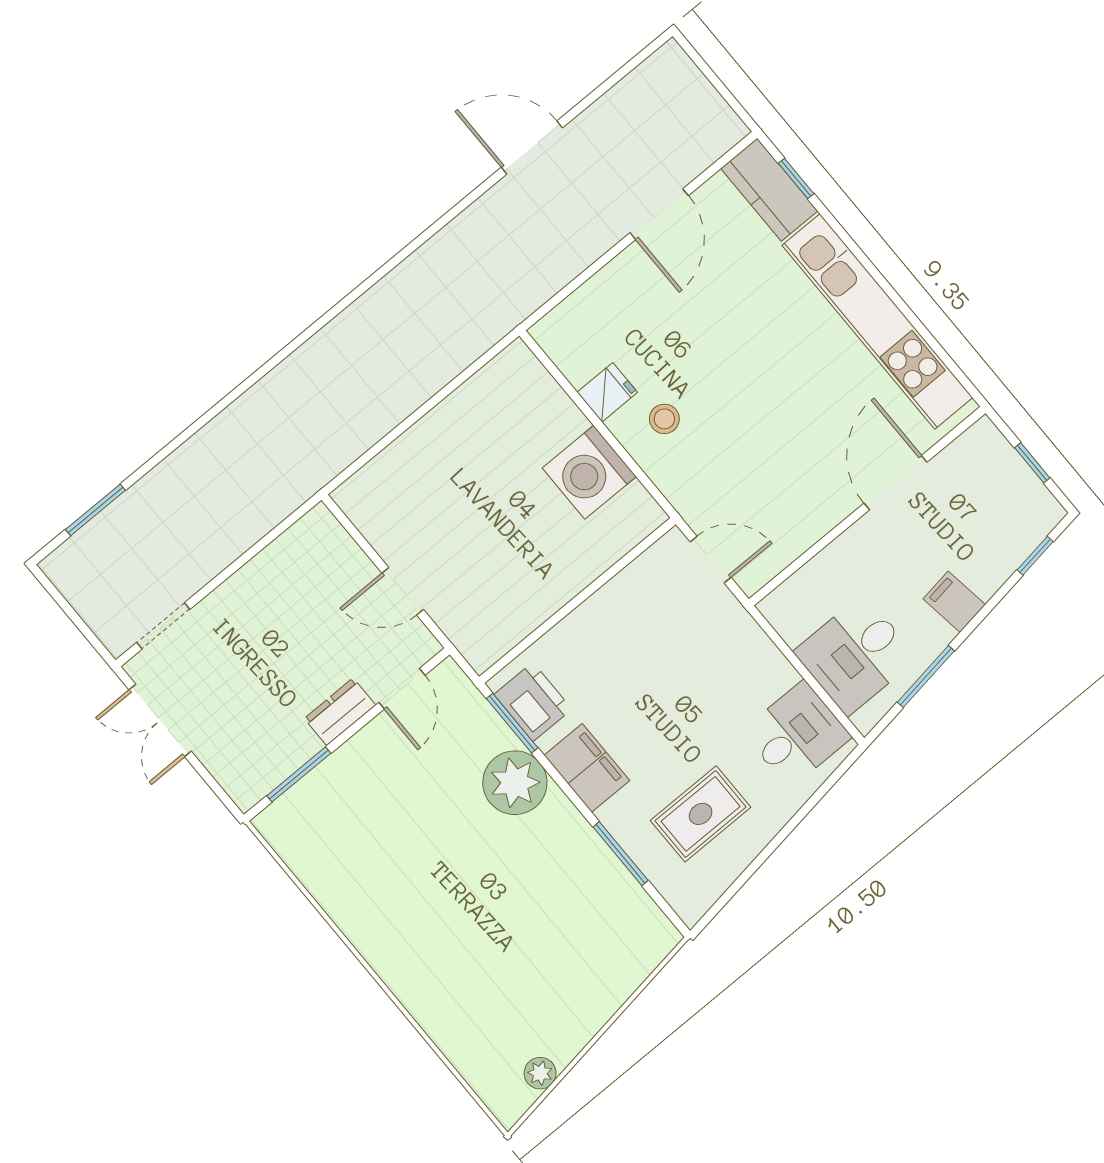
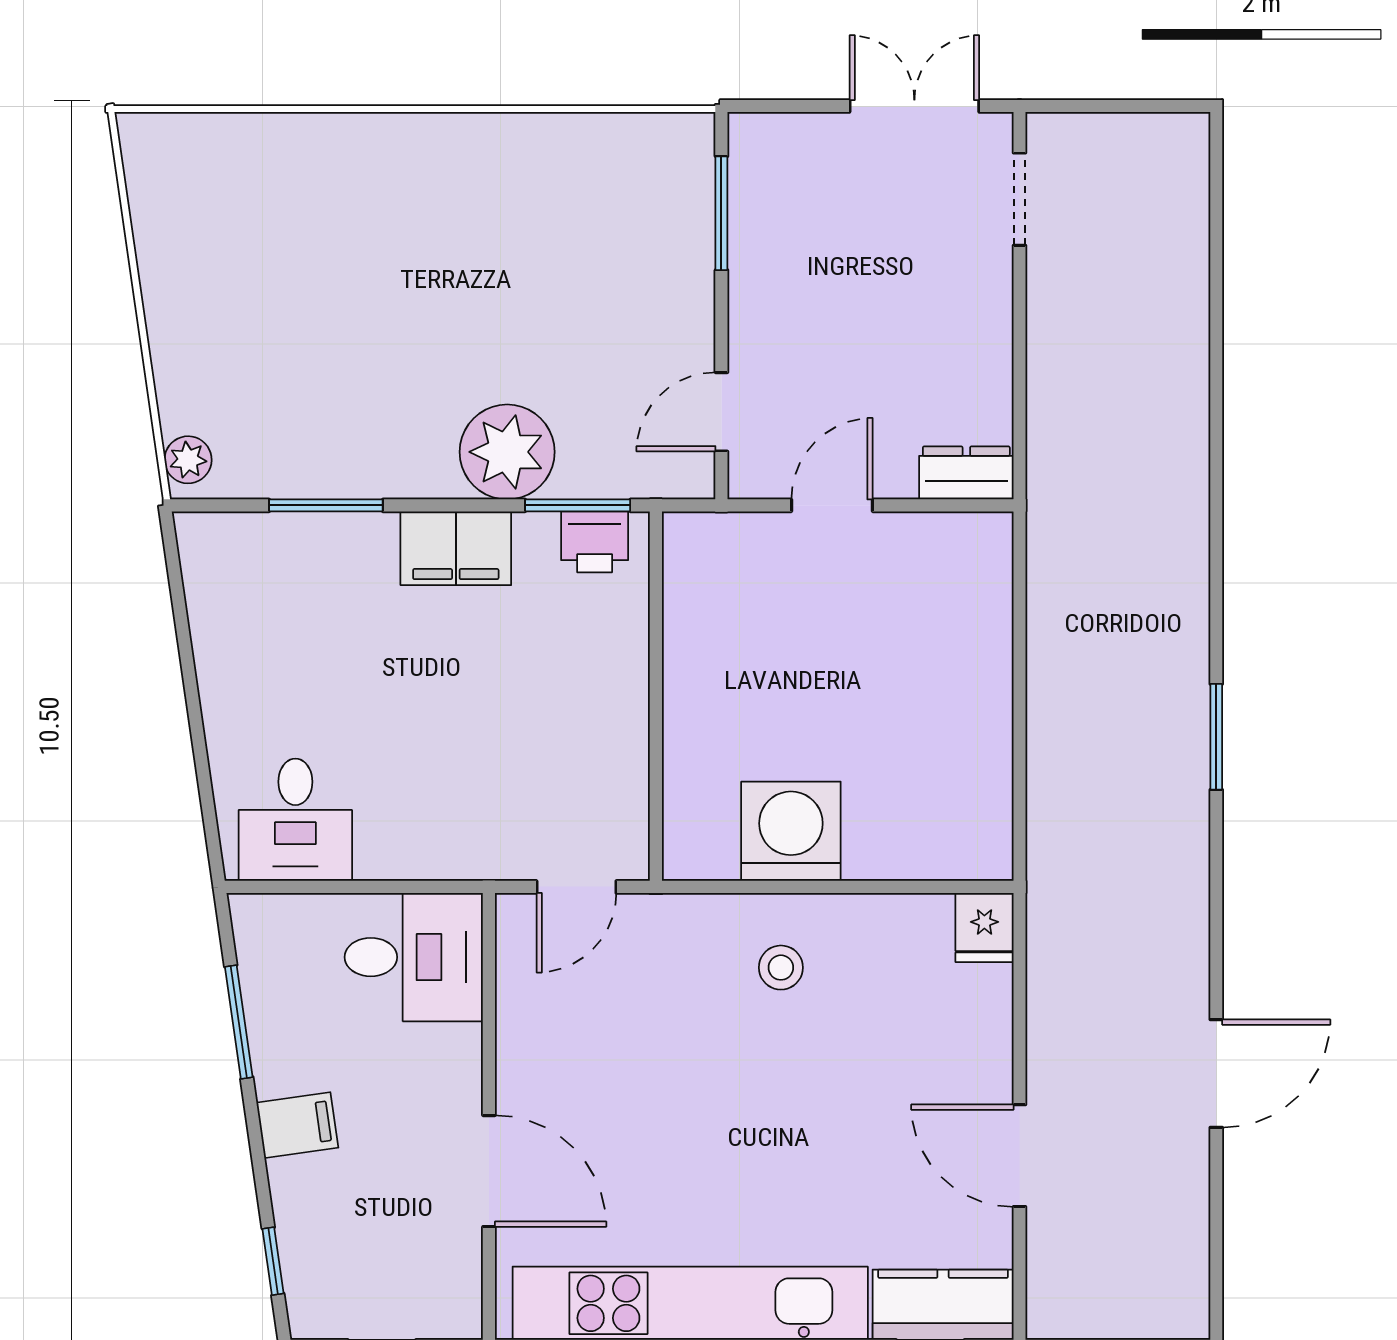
fridge: (607, 392) -> (984, 928), moved
window: (95, 510) -> (1216, 737), moved
desk: (856, 655) -> (414, 957), moved, turned 90
door: (402, 689) -> (721, 412), hinge flipped
printer: (533, 702) -> (595, 542), width x0.73, depth x0.81
dresser: (340, 712) -> (966, 473), moved, turned -90
rug: (701, 814) -> (296, 634), removed
plant: (540, 1073) -> (188, 460), moved

